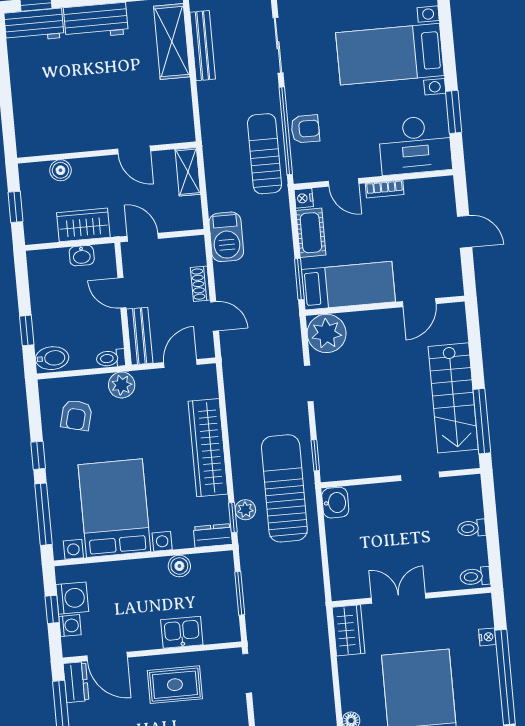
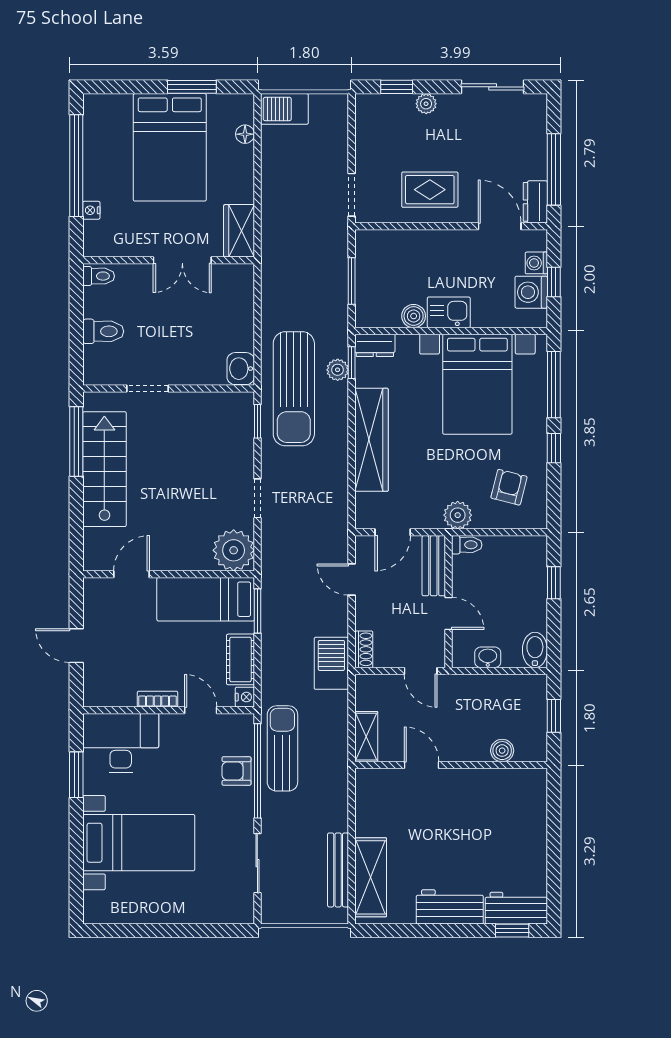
sun lounger: (265, 154) -> (282, 748), turned 180
wardrobe: (83, 225) -> (483, 690), removed
shoe rack: (200, 284) -> (364, 649), moved
bidet: (52, 358) -> (535, 650), moved, turned 90
toilet: (472, 528) -> (103, 331), width x1.37, depth x1.39
kitchen sink: (182, 632) -> (449, 312), moved, turned 180

